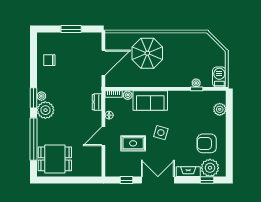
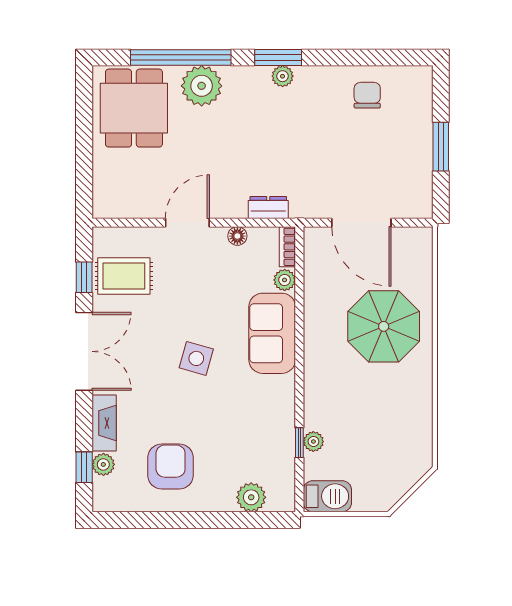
plant: (45, 110) -> (202, 86), moved
door: (103, 136) -> (187, 223), hinge flipped
rug: (133, 143) -> (124, 276), moved, turned 90
plant: (210, 168) -> (103, 464), width x0.53, depth x0.53

